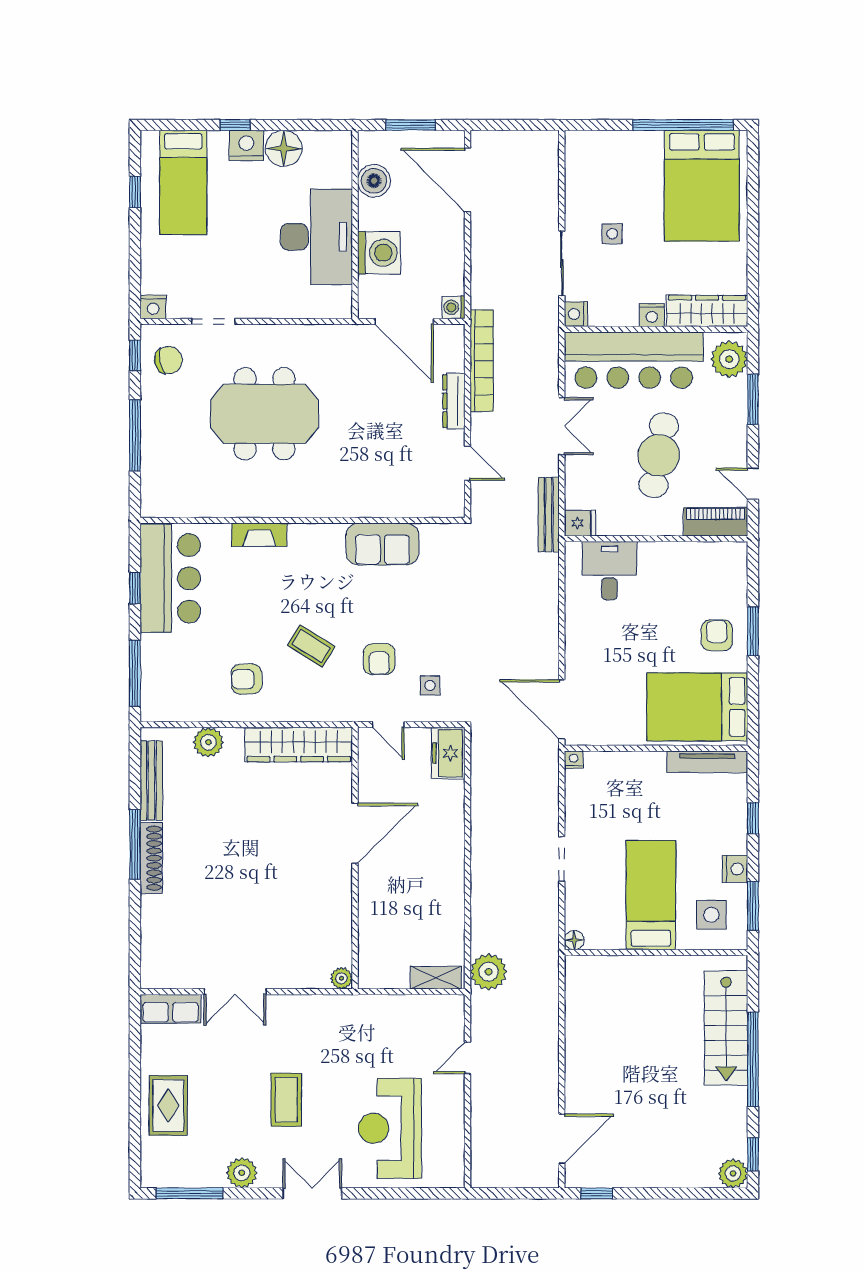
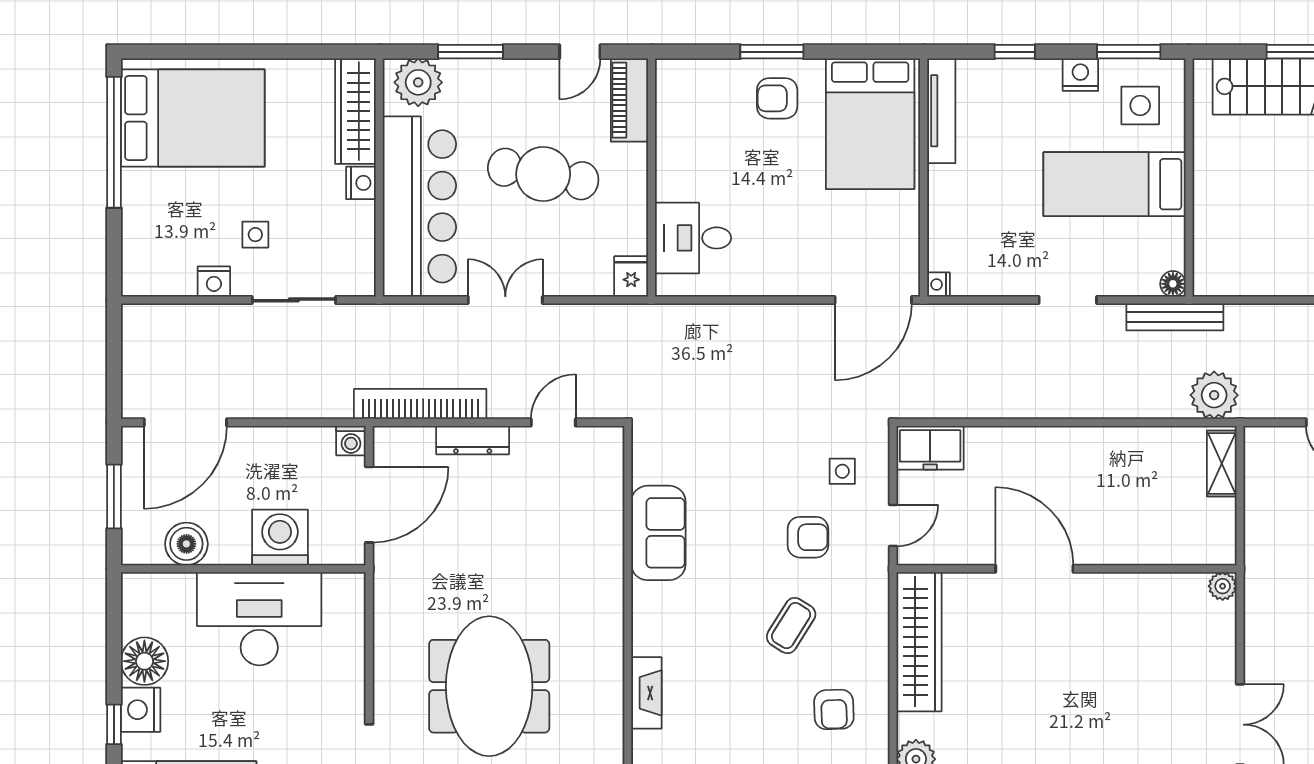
nightstand: (576, 314) -> (214, 281), moved
bench: (549, 515) -> (1175, 317), moved

